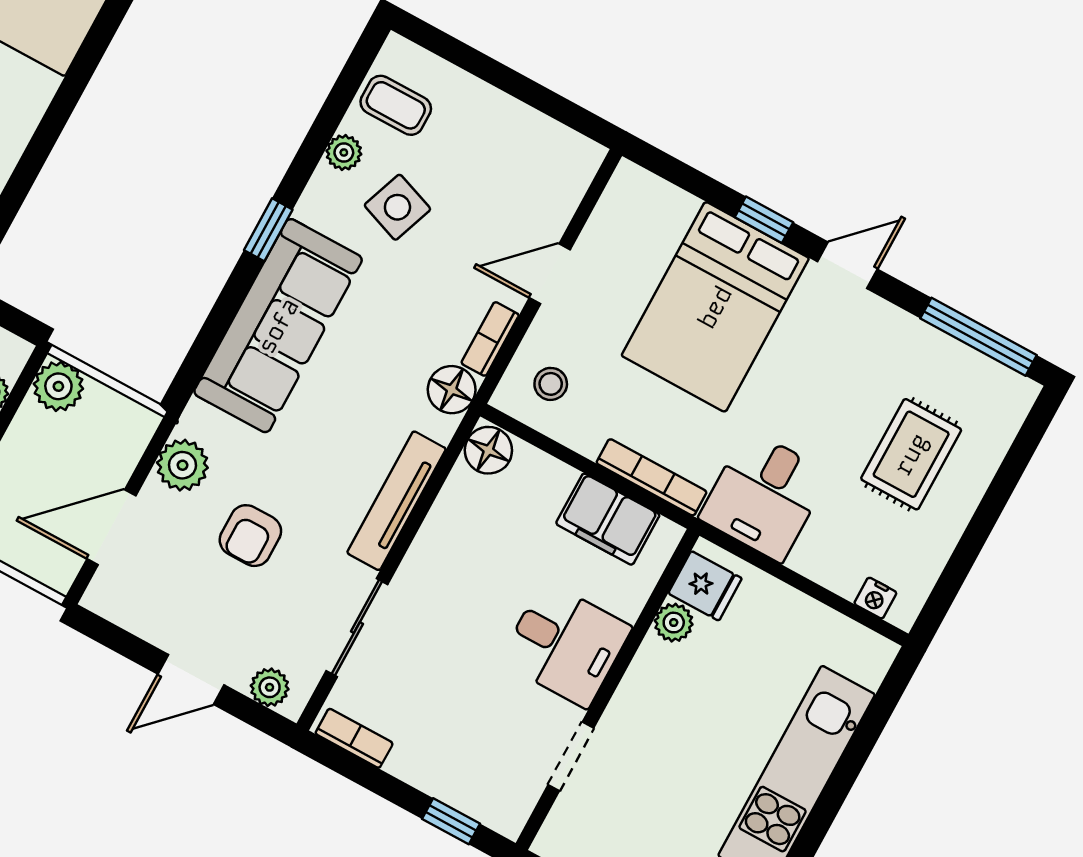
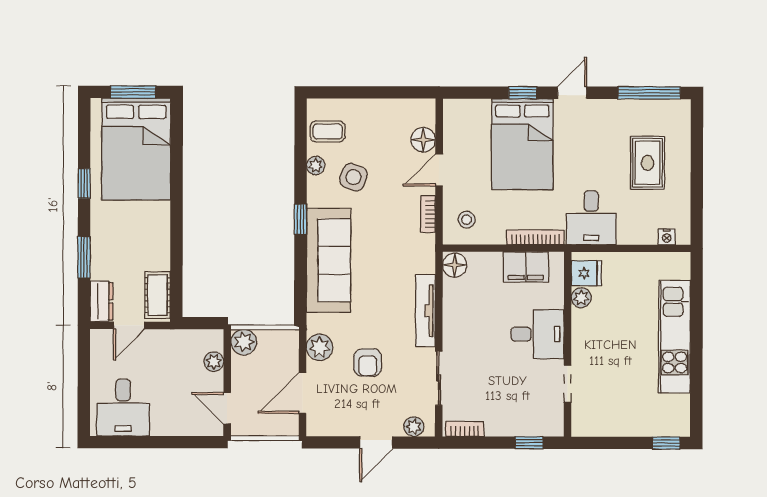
floor lamp: (452, 390) -> (423, 140), moved

